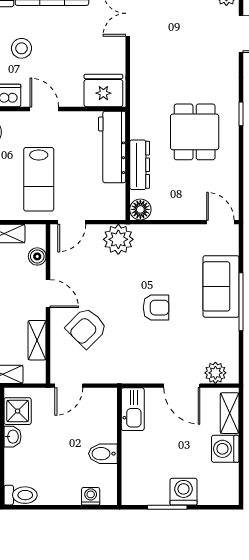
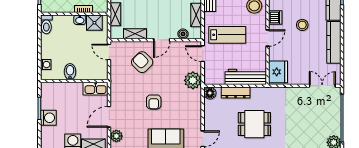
lab bench: (39, 179) -> (227, 35), turned 180

